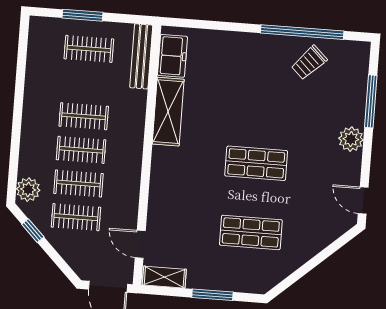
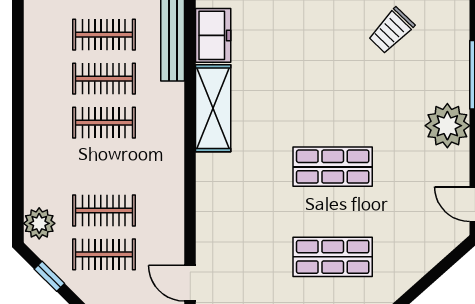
plant: (351, 139) -> (447, 126), width x1.36, depth x1.36
clothes rail: (81, 150) -> (104, 79), moved

